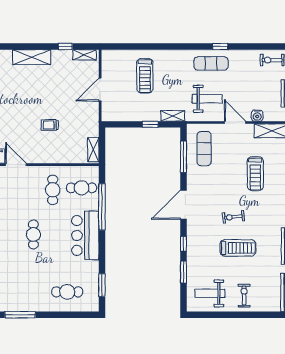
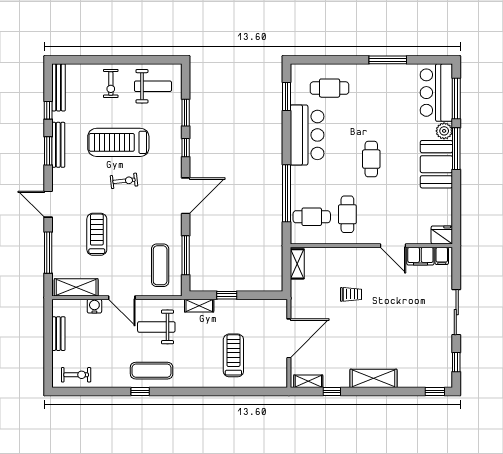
door: (100, 90) -> (289, 338), width x1.36
bar counter: (85, 235) -> (307, 135), moved
treadmill: (238, 248) -> (118, 142), width x1.37, depth x1.38

